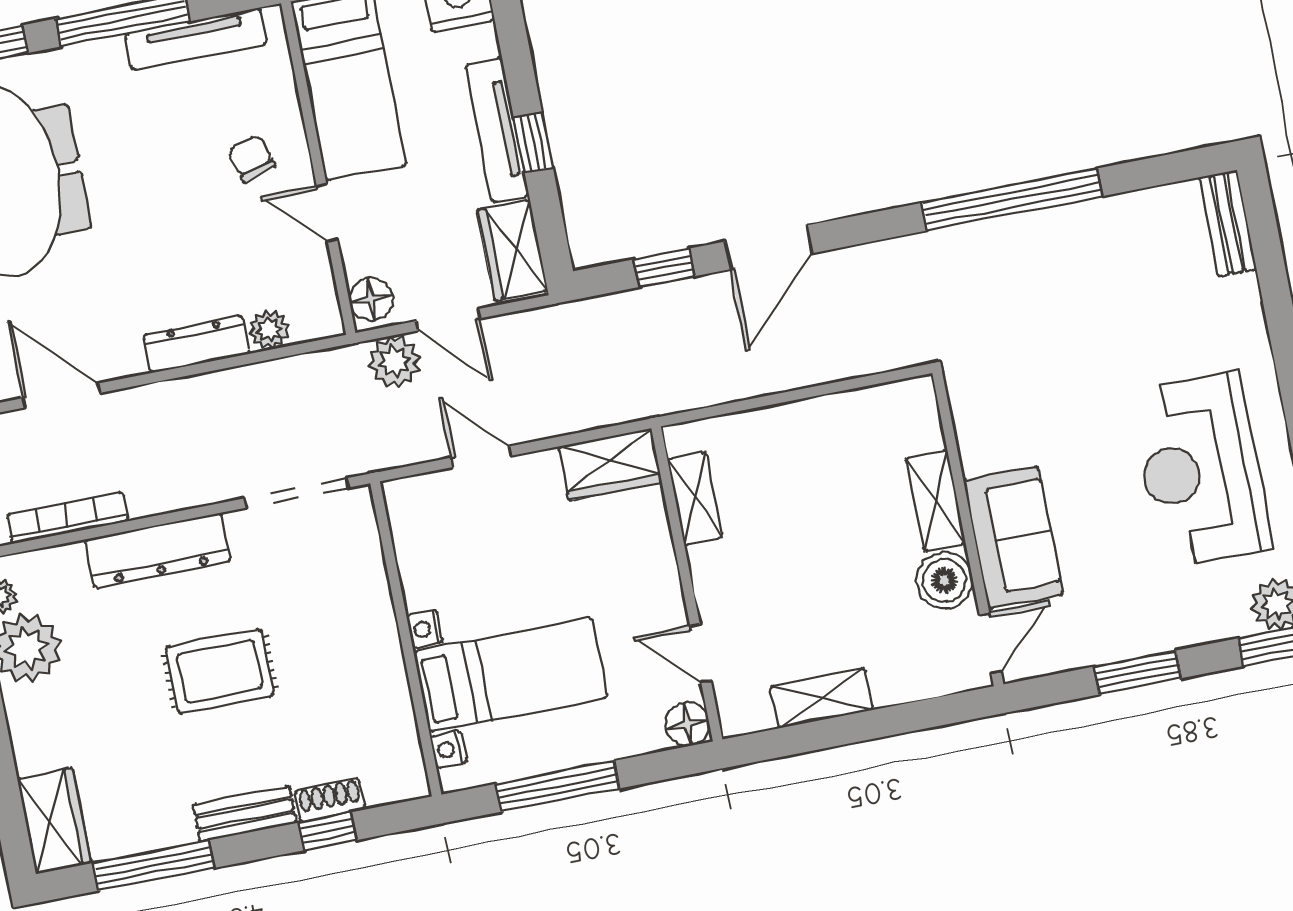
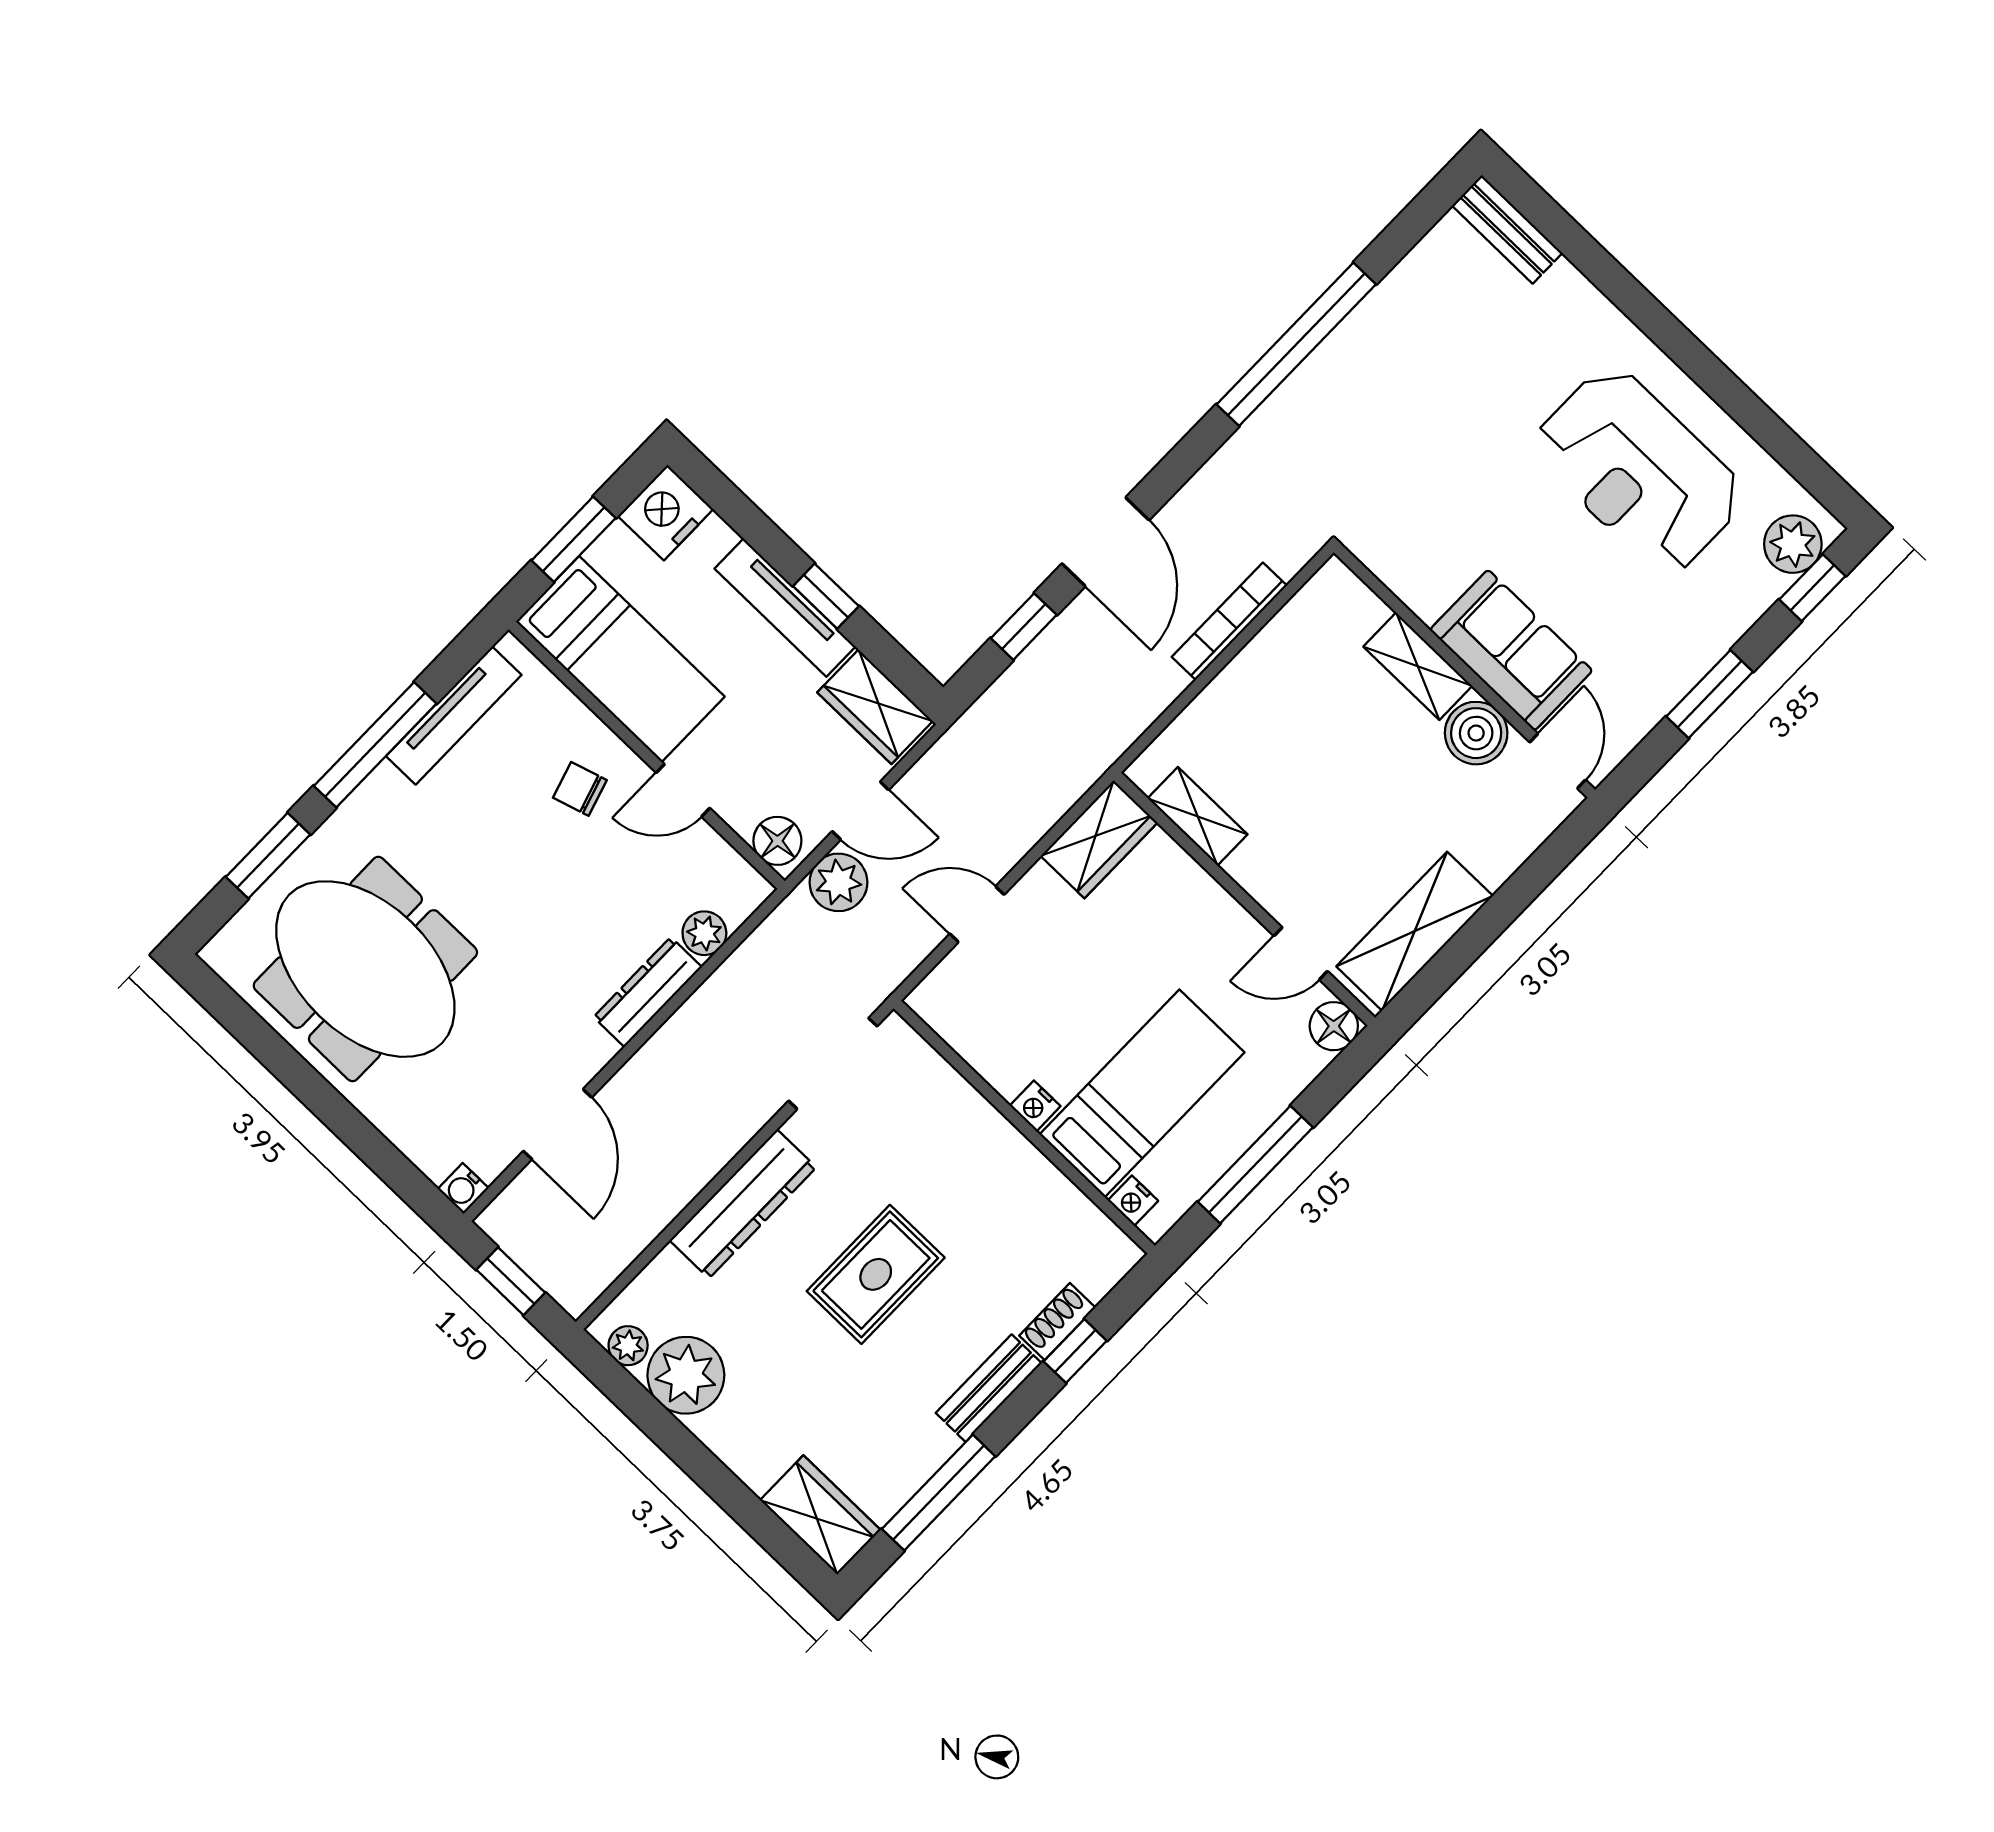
door: (62, 396) -> (558, 1124), swing flipped
bookcase: (67, 518) -> (1229, 621), moved
shelving: (821, 698) -> (1415, 931), width x1.50, depth x1.33

